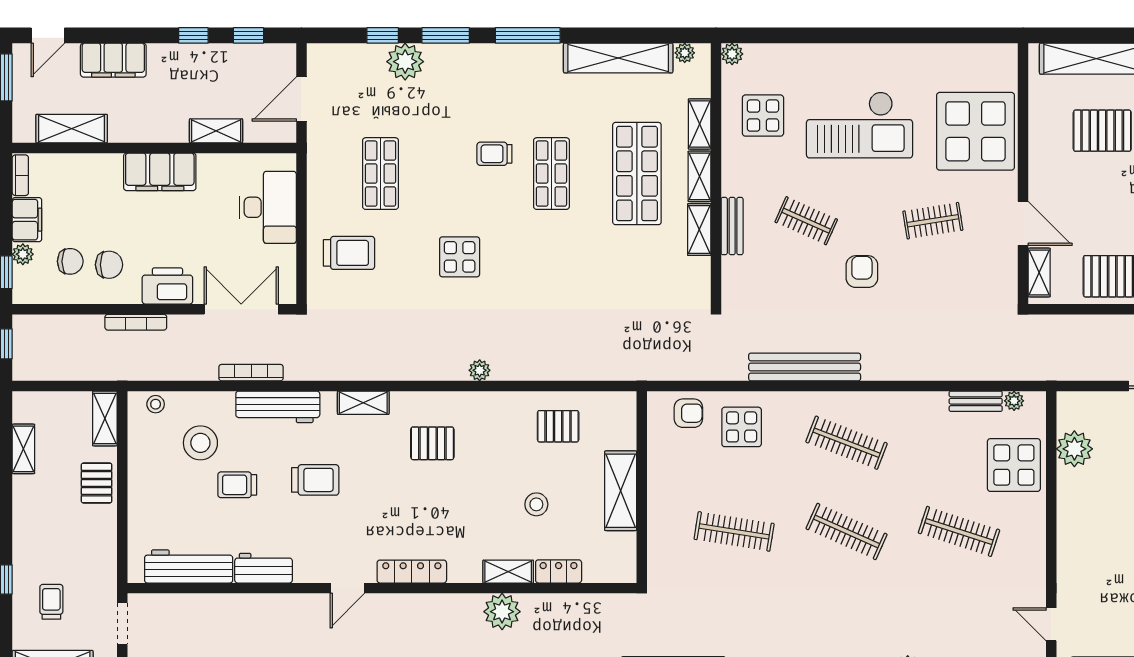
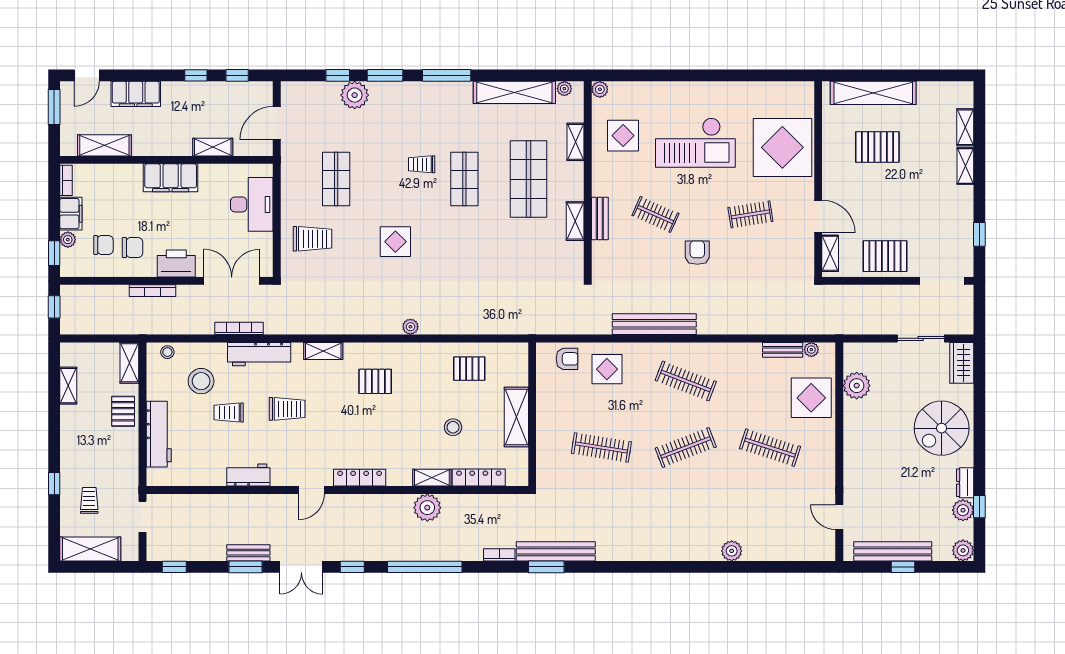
shelving: (700, 176) -> (575, 181), removed
clothes rail: (847, 531) -> (686, 448), turned -45
workbench: (189, 566) -> (159, 434), moved, turned 90
locker: (559, 571) -> (479, 478), width x1.53

